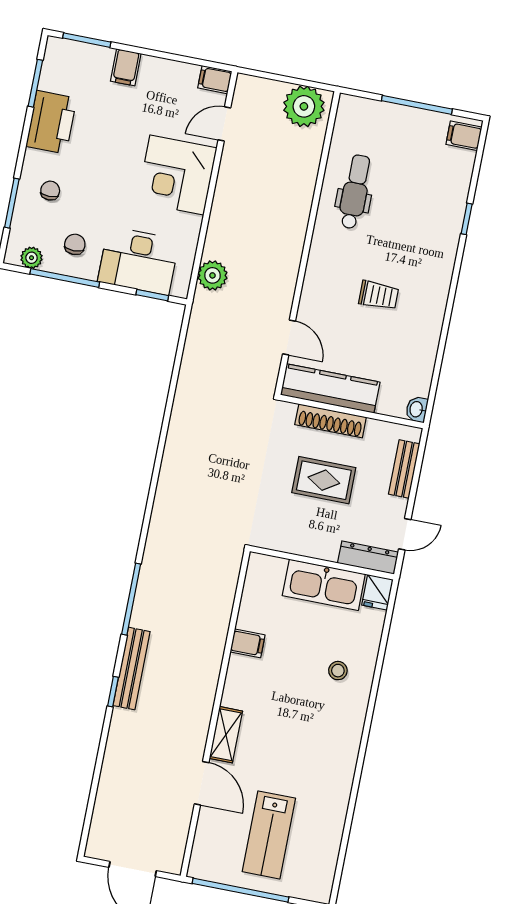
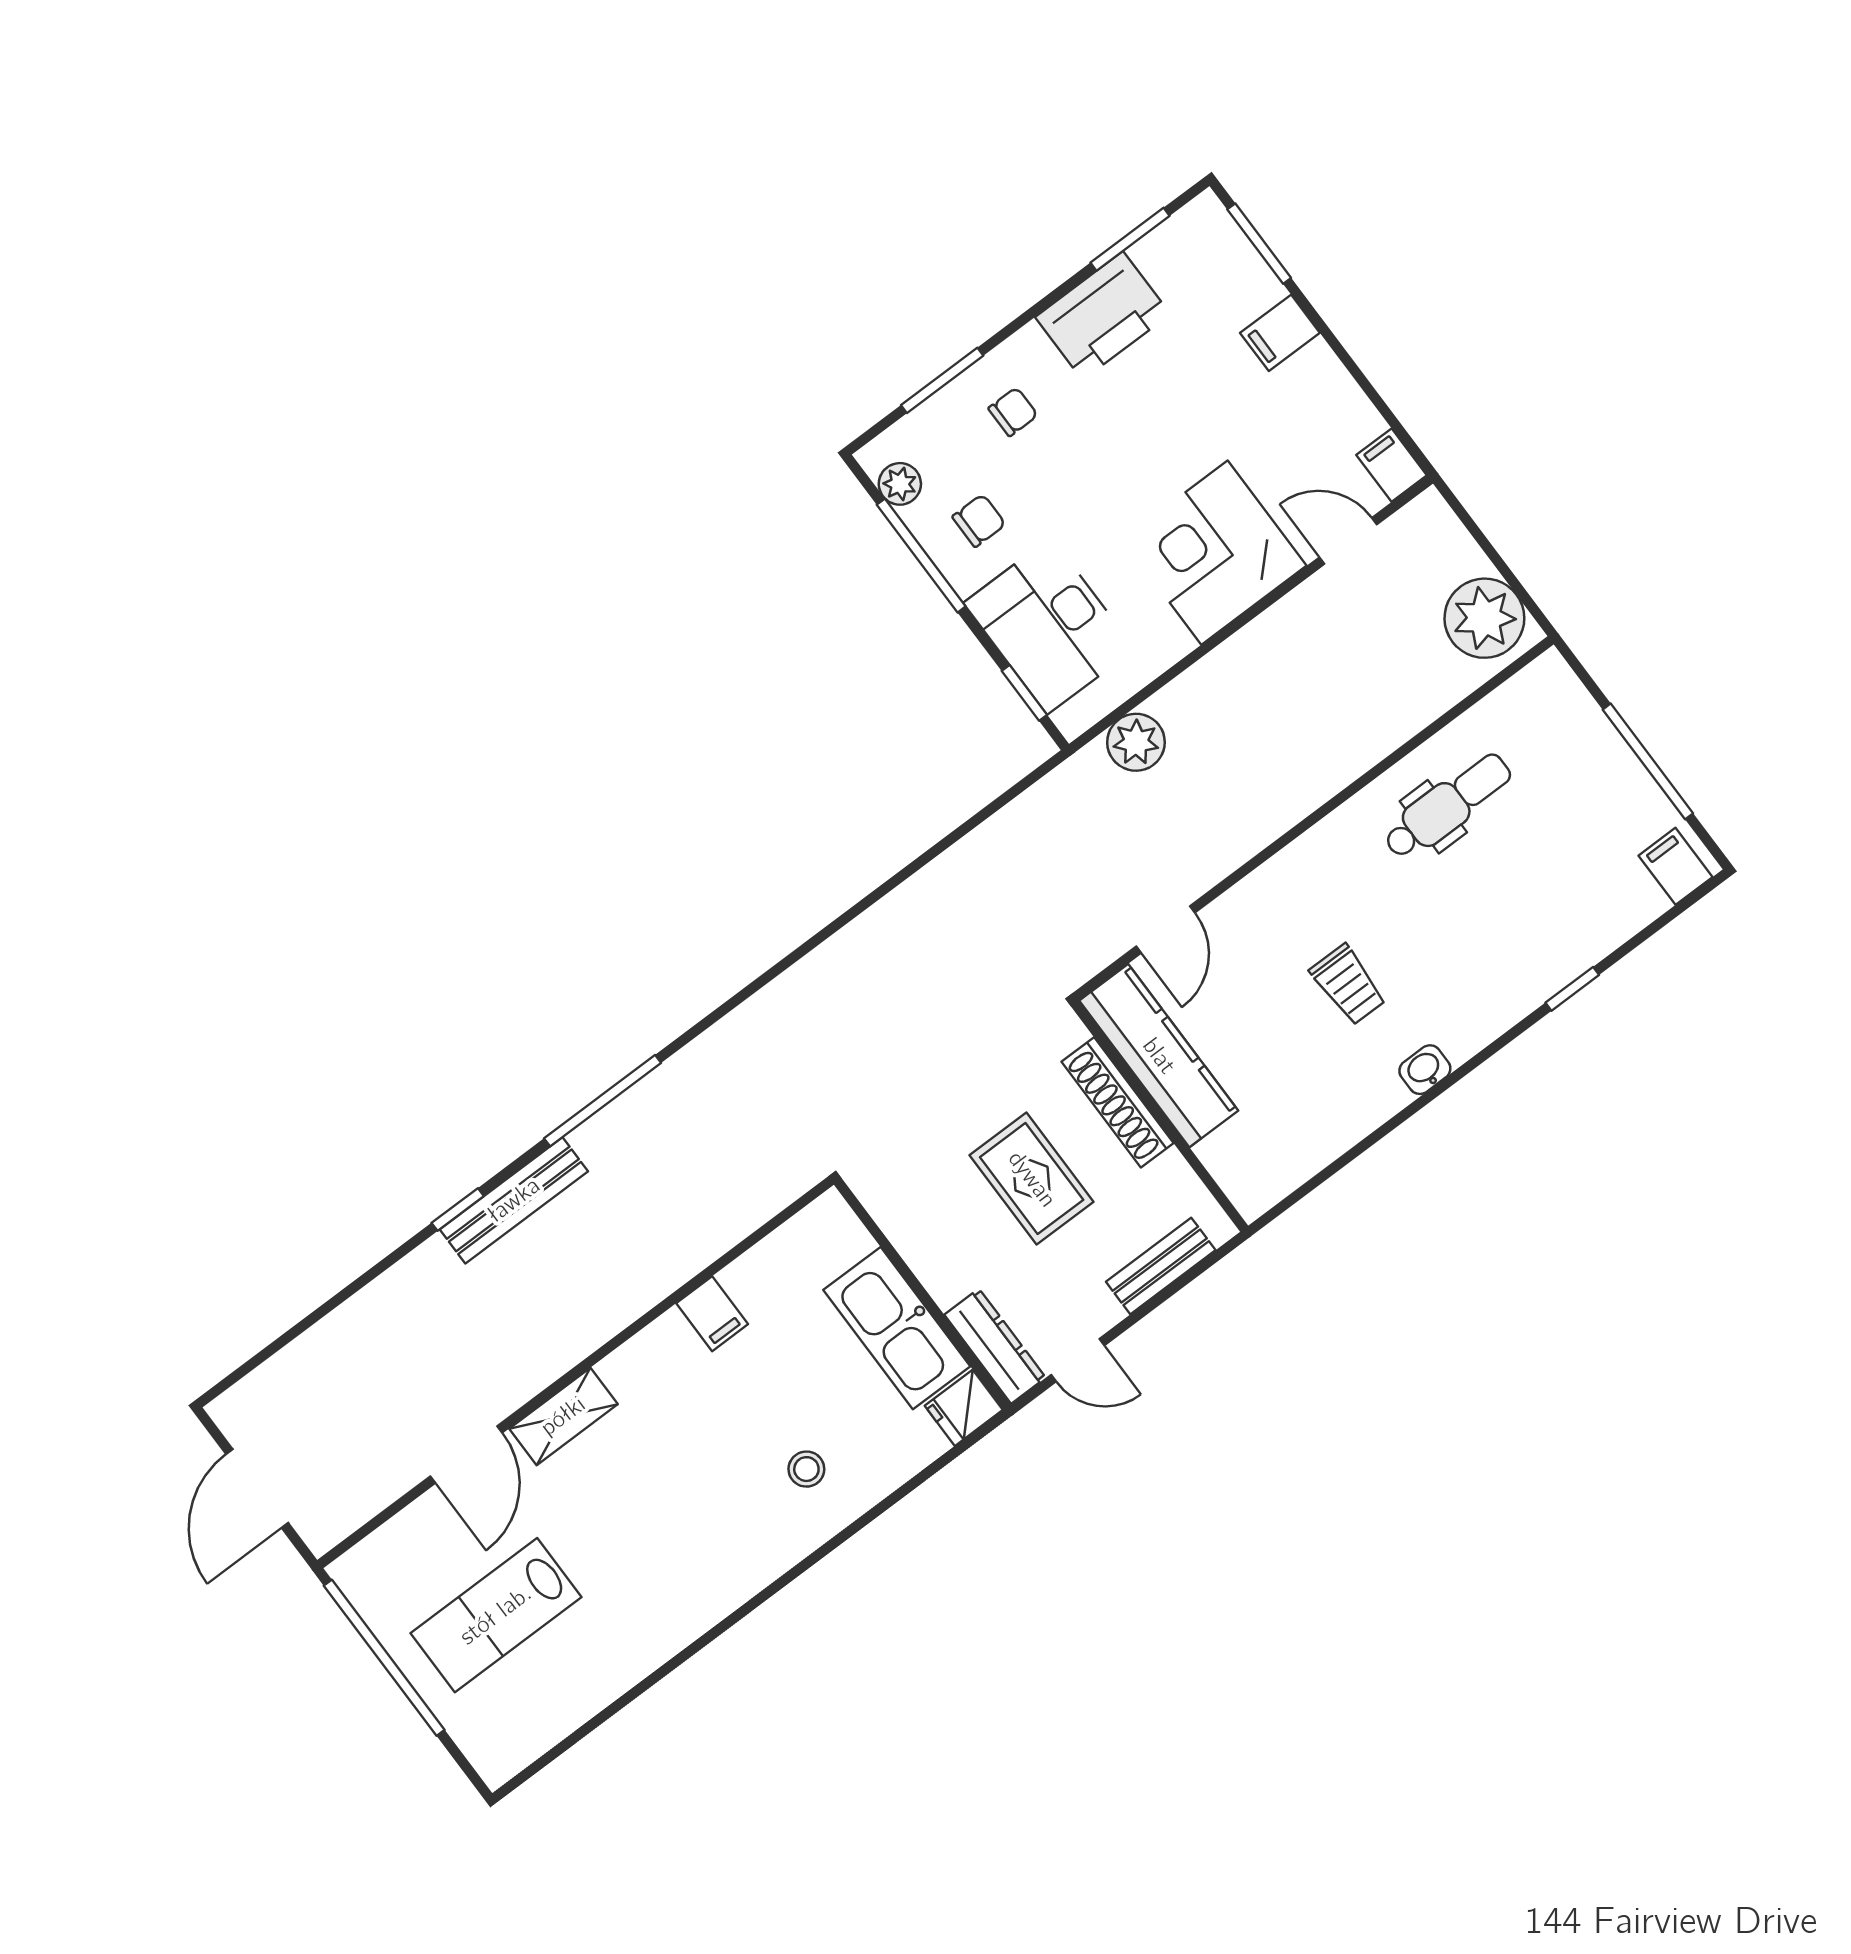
washbasin: (417, 409) -> (1425, 1070), moved

